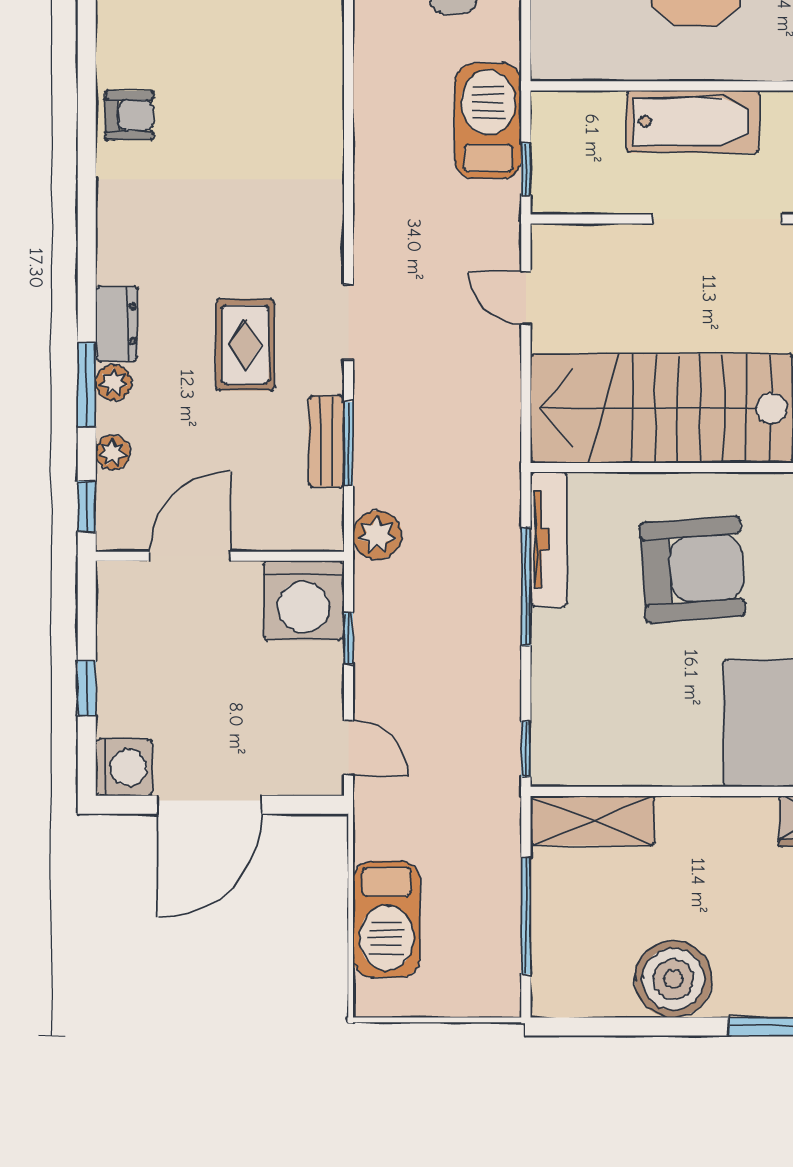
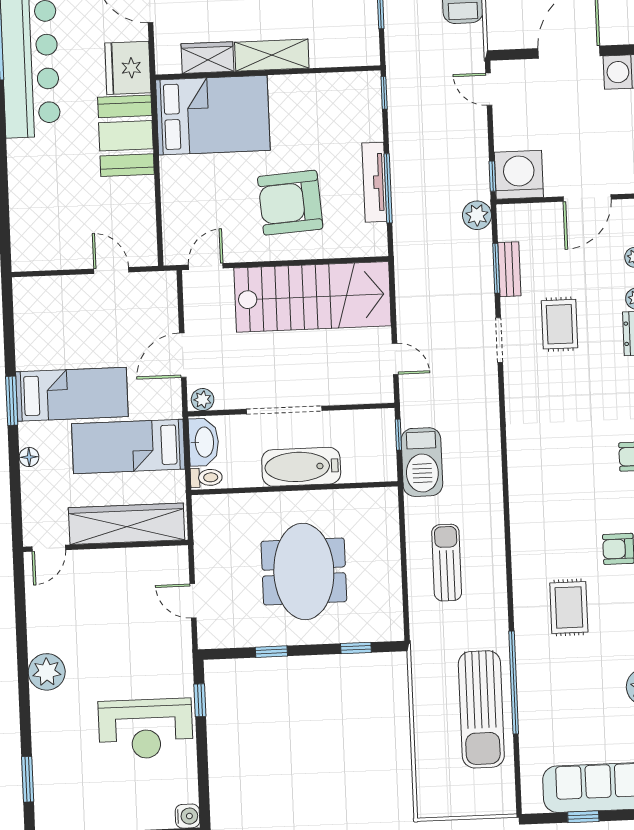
tv unit: (549, 539) -> (374, 182), moved
window: (348, 638) -> (492, 176), moved
shelving: (592, 821) -> (272, 55), moved

